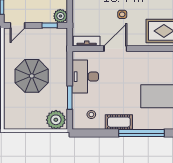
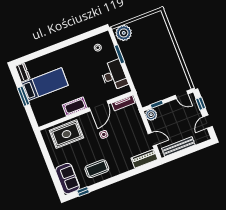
door: (18, 25) -> (182, 95), swing flipped
parasol: (32, 76) -> (155, 60), removed
cot: (119, 122) -> (75, 106), moved
window: (141, 133) -> (53, 48), removed

